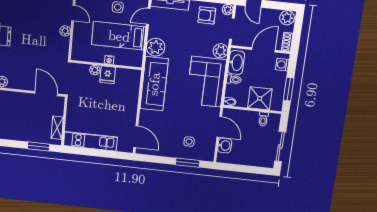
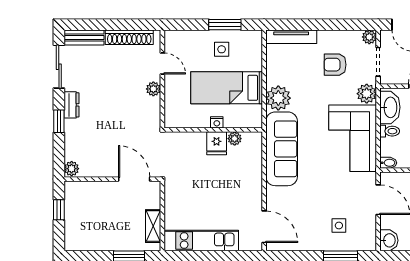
armchair: (207, 15) -> (335, 65), moved
door: (148, 16) -> (264, 57), removed
plant: (95, 70) -> (235, 139), moved
washbasin: (225, 145) -> (389, 240), moved

